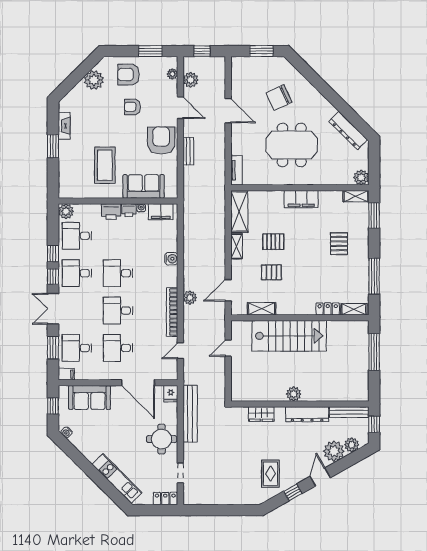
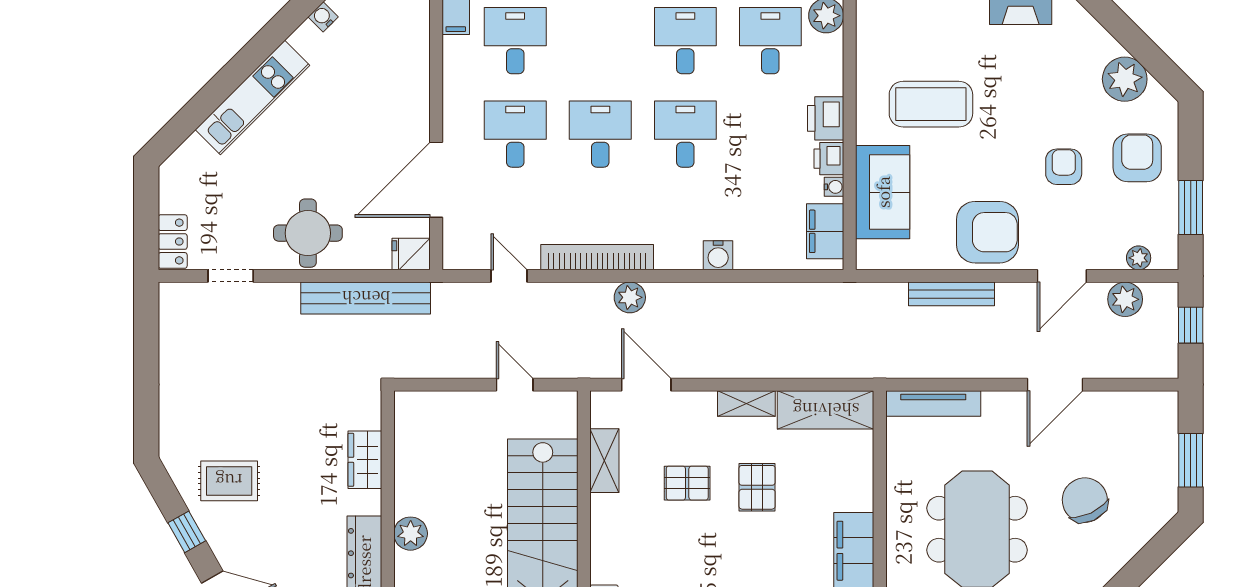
bench: (188, 151) -> (952, 294), width x1.36
tv unit: (236, 170) -> (933, 403), width x1.41
pallet: (271, 272) -> (687, 483), turned 90
sofa: (90, 397) -> (403, 69), removed
kitchen unit: (117, 479) -> (252, 98), moved

